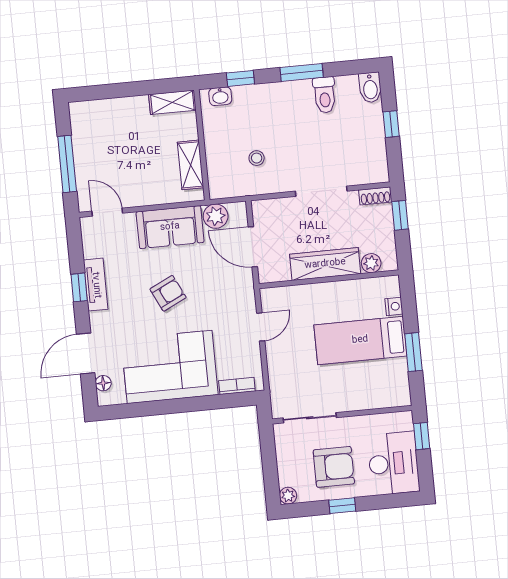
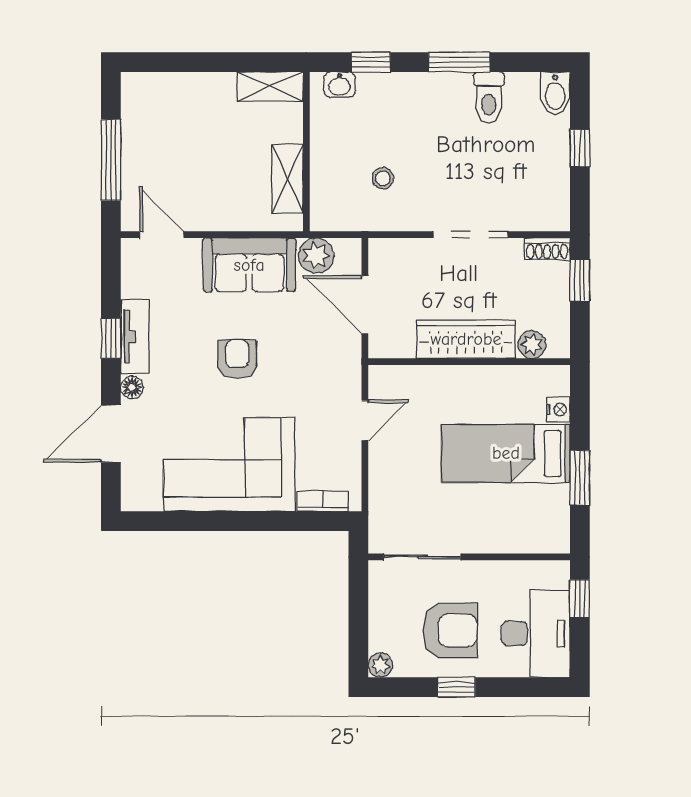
armchair: (168, 293) -> (237, 359), turned -64
floor lamp: (103, 383) -> (132, 387), moved

